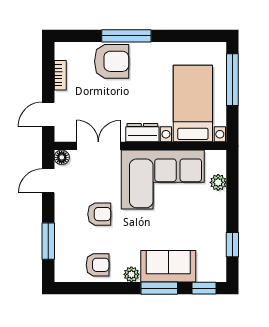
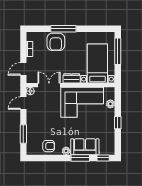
armchair: (112, 61) -> (56, 42), turned 90
armchair: (99, 214) -> (50, 120), removed
window: (232, 245) -> (118, 123), moved

